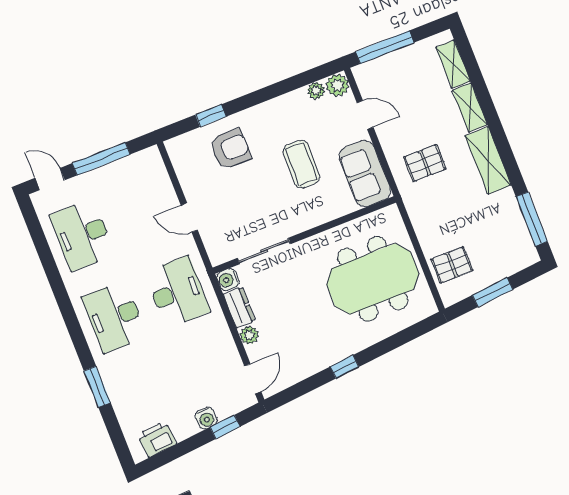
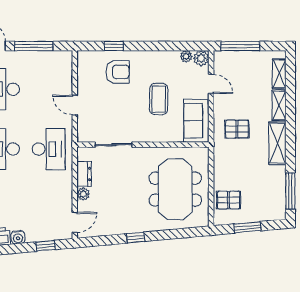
meeting table: (373, 279) -> (175, 189), turned 90
water cooler: (228, 280) -> (84, 154), removed
water cooler: (206, 418) -> (18, 237), moved

